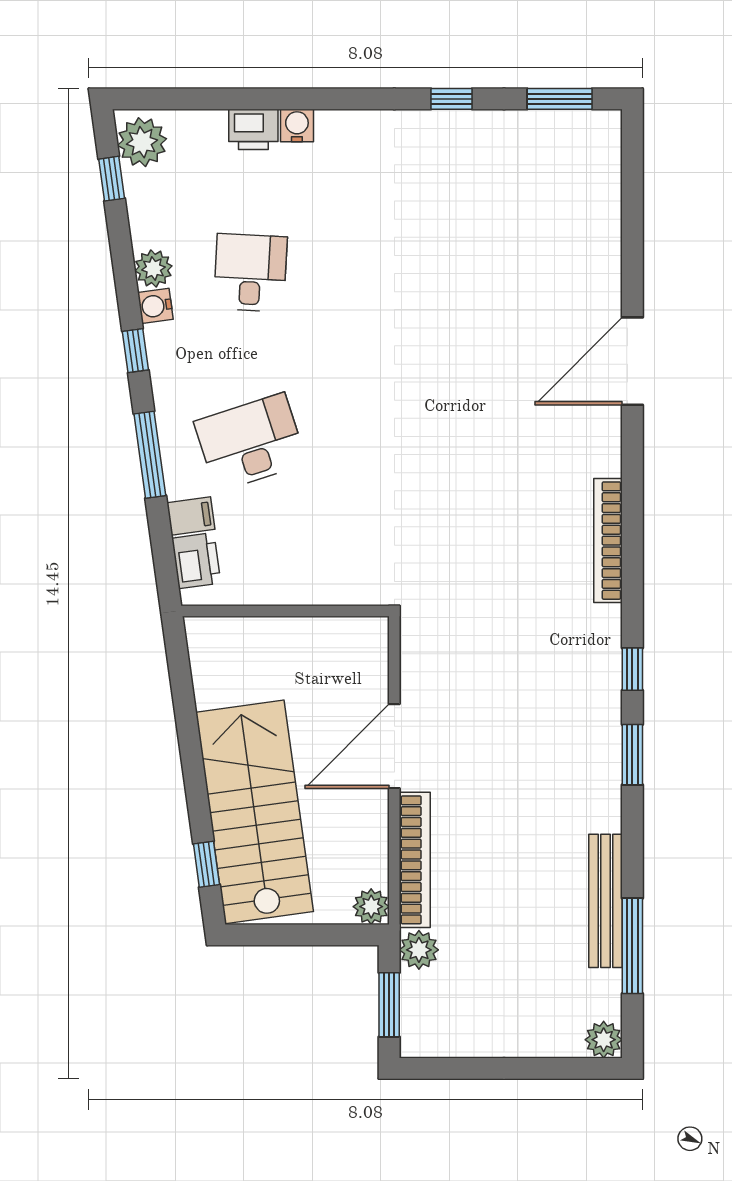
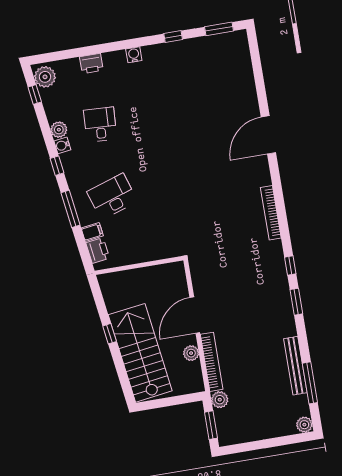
water cooler: (297, 125) -> (134, 55), moved
window: (206, 864) -> (110, 334), moved
plant: (371, 907) -> (191, 353), moved

